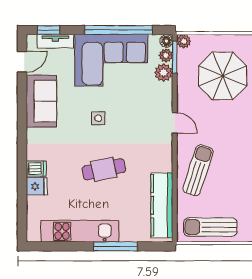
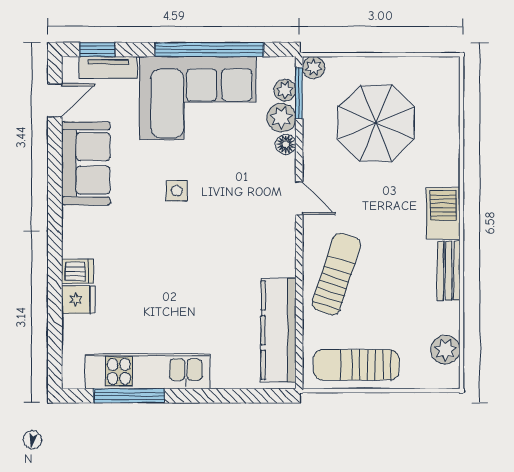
floor lamp: (166, 41) -> (286, 144), moved
cafe table: (104, 169) -> (186, 272), removed
window: (116, 246) -> (129, 396), moved

